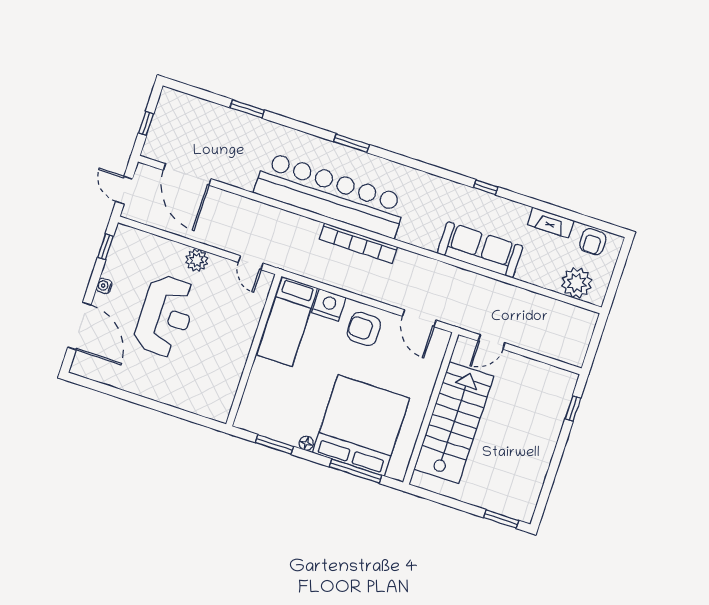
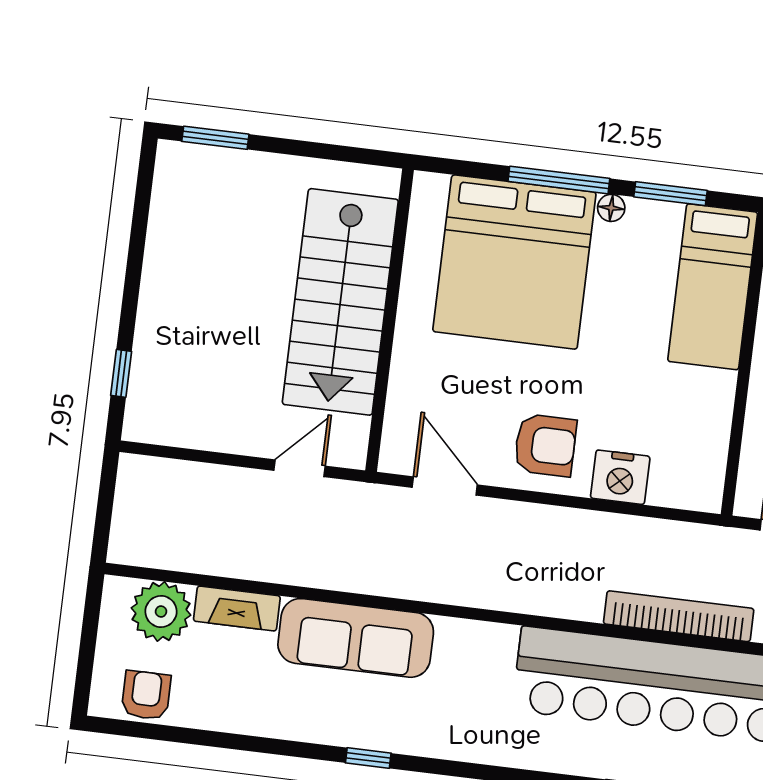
fireplace: (551, 223) -> (237, 609), moved, turned 180
bookcase: (358, 243) -> (679, 616), moved
bed: (287, 322) -> (713, 287), moved, turned 180
window: (355, 471) -> (559, 180), moved

